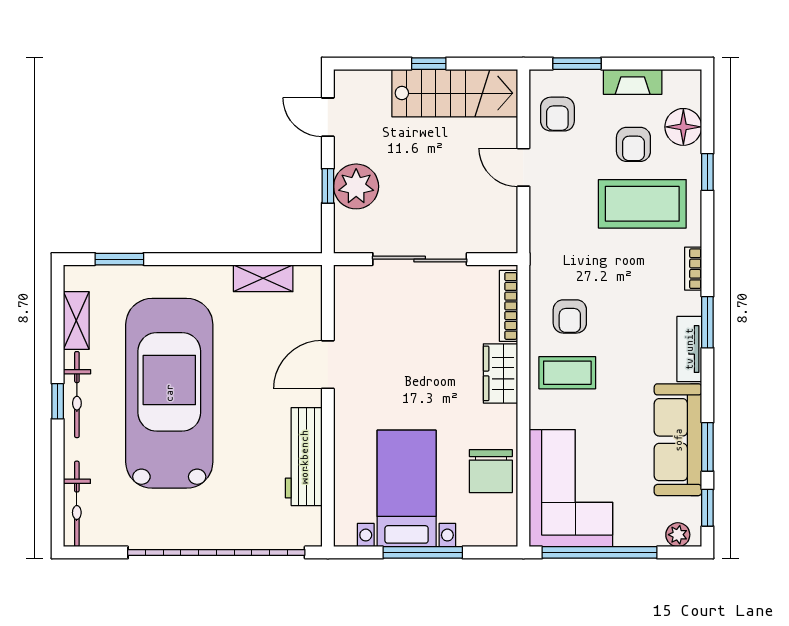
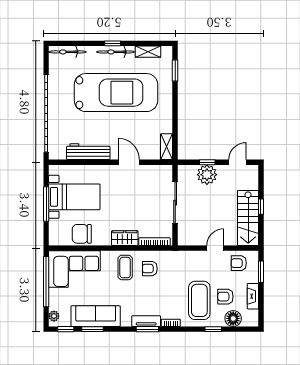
shelving: (263, 278) -> (167, 147), moved
tv unit: (689, 349) -> (146, 321), moved

